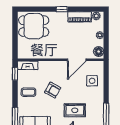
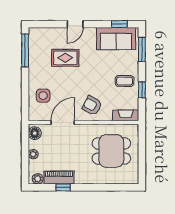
window: (62, 9) -> (63, 187), moved
dining table: (34, 26) -> (111, 151), moved
window: (15, 74) -> (142, 90), moved
armchair: (53, 90) -> (92, 106), moved

